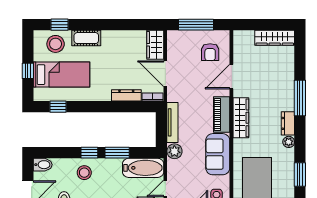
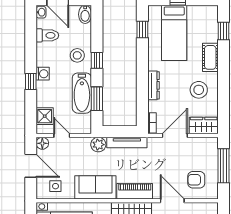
stool: (56, 44) -> (199, 90), moved
dresser: (126, 95) -> (154, 85), moved
window: (117, 153) -> (97, 99), moved
bathtub: (143, 168) -> (82, 93), moved

